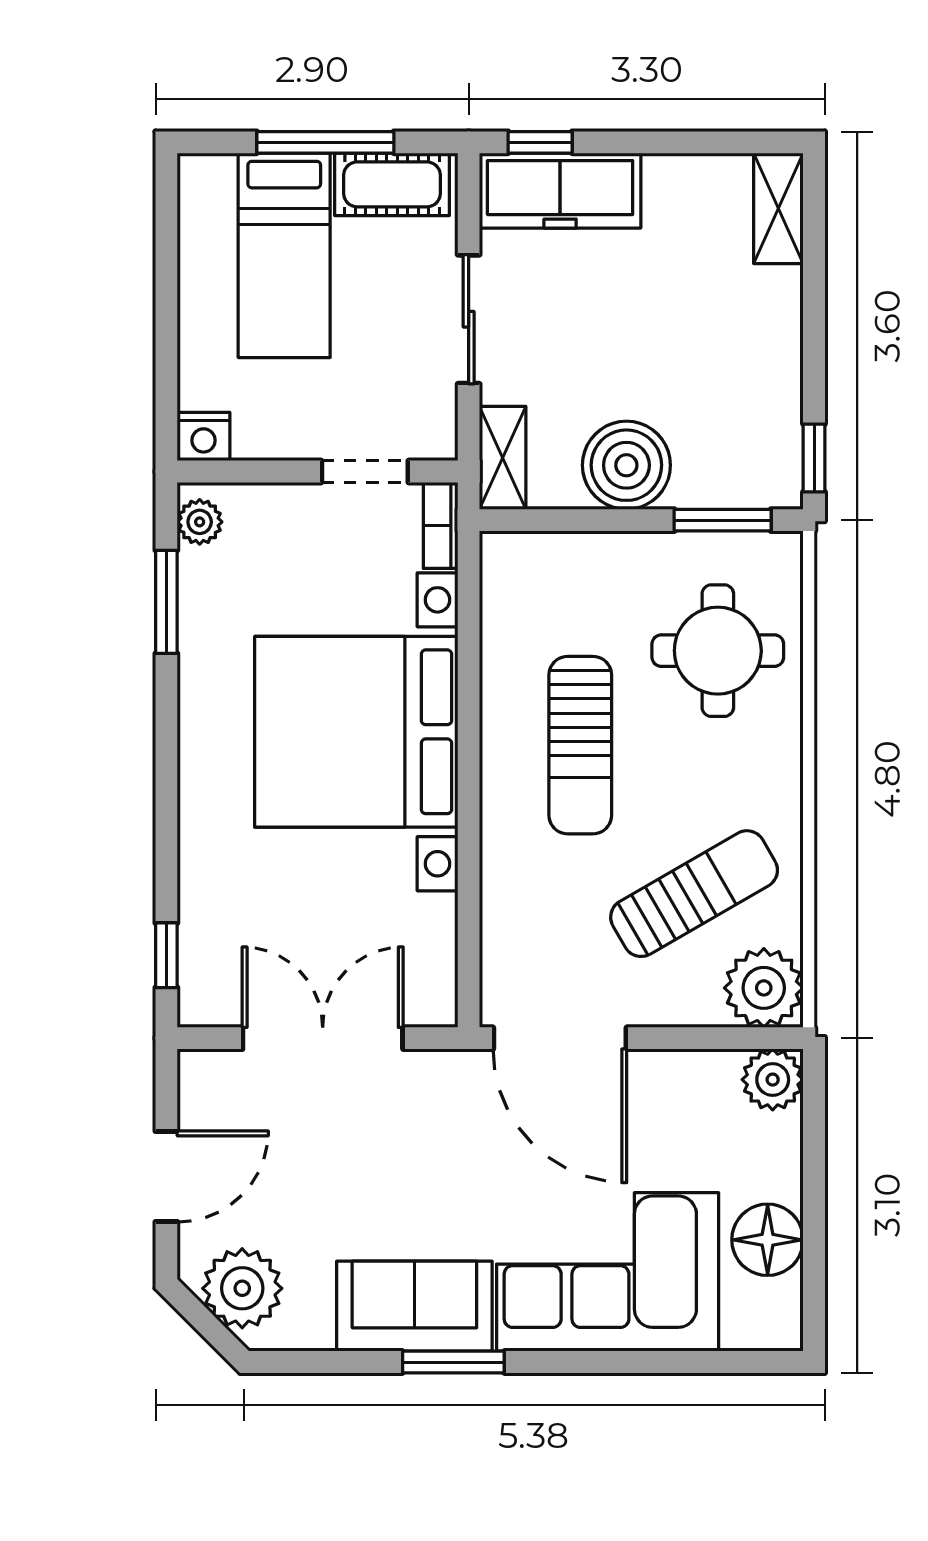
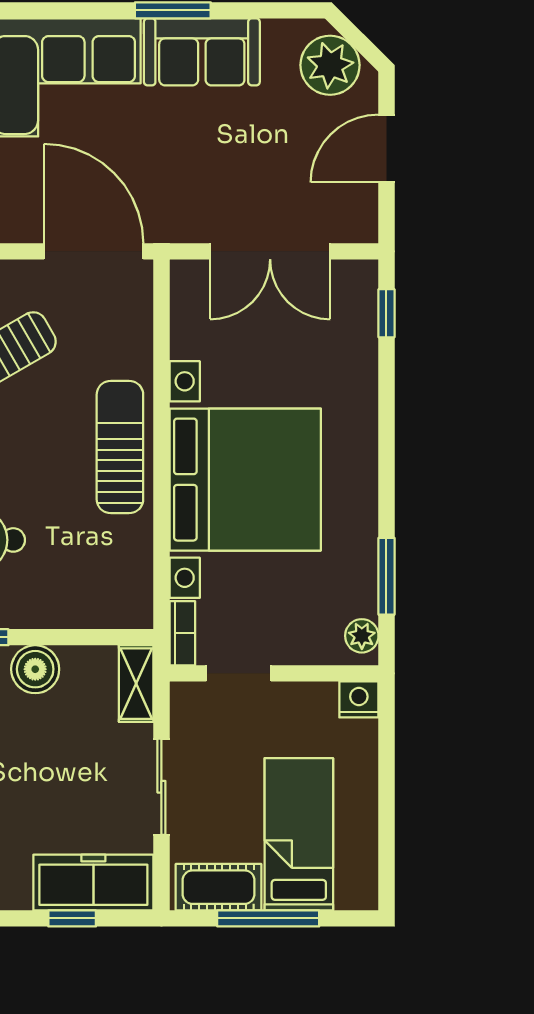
window: (540, 142) -> (72, 918), moved
boiler: (626, 465) -> (35, 669), width x0.73, depth x0.73
sun lounger: (580, 745) -> (120, 447), moved

